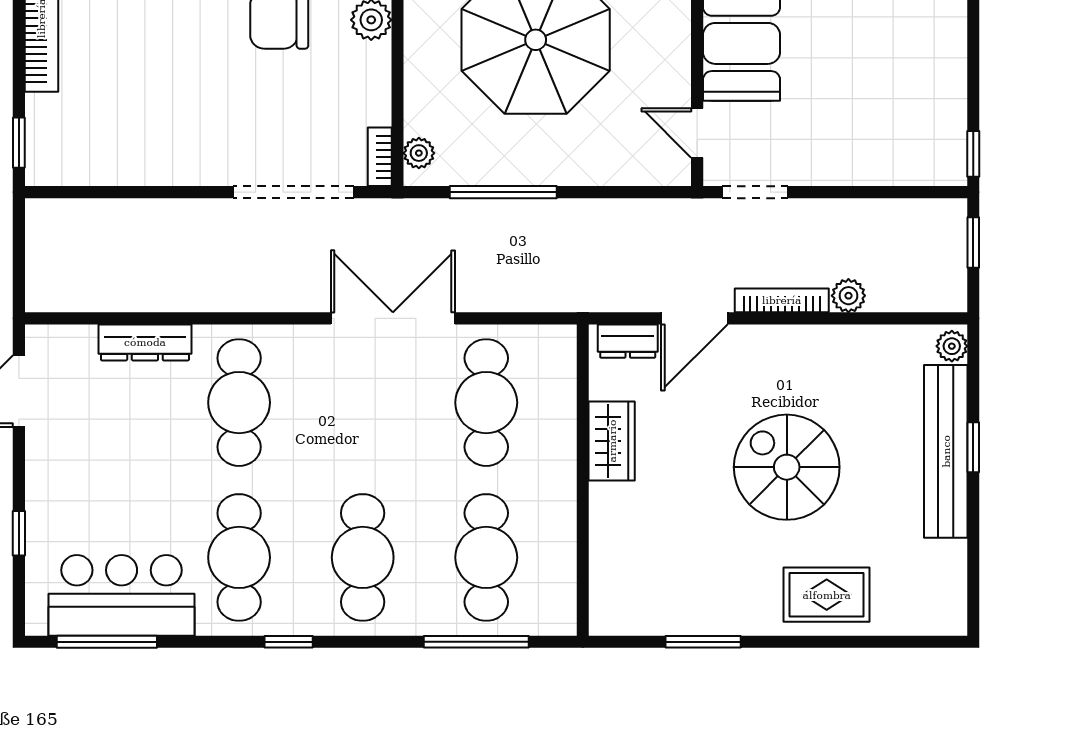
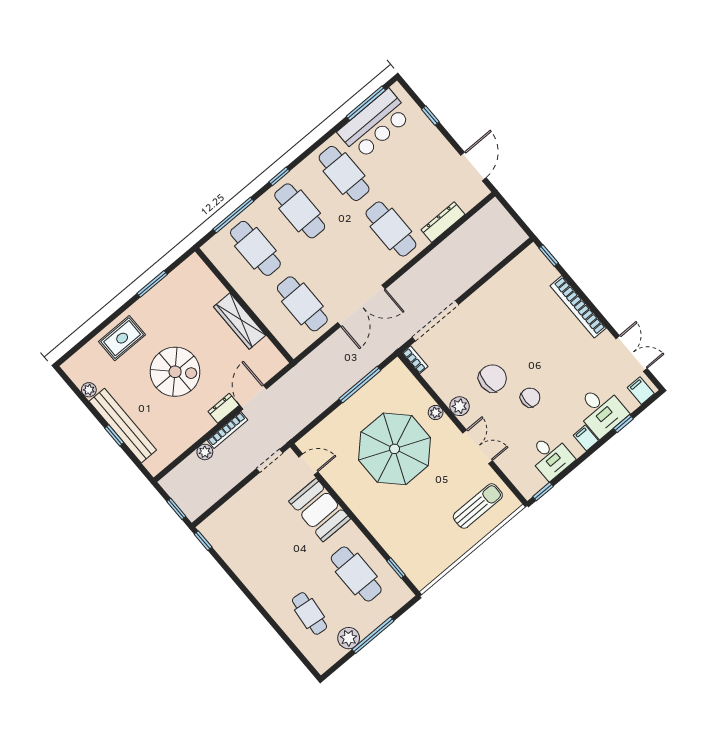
plant: (419, 153) -> (436, 412), moved
dresser: (628, 341) -> (224, 408), moved
plant: (952, 346) -> (89, 390), moved
wardrobe: (612, 441) -> (240, 321), width x1.50
window: (289, 642) -> (279, 176), moved

